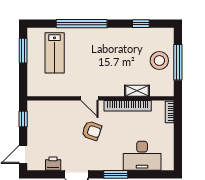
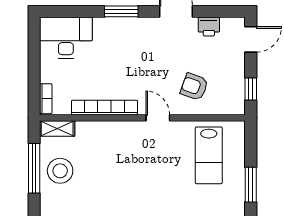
lab bench: (55, 53) -> (209, 155), moved, turned 180
shelving: (137, 91) -> (57, 128), moved
armchair: (92, 131) -> (194, 87), moved
desk: (142, 156) -> (66, 37), moved

